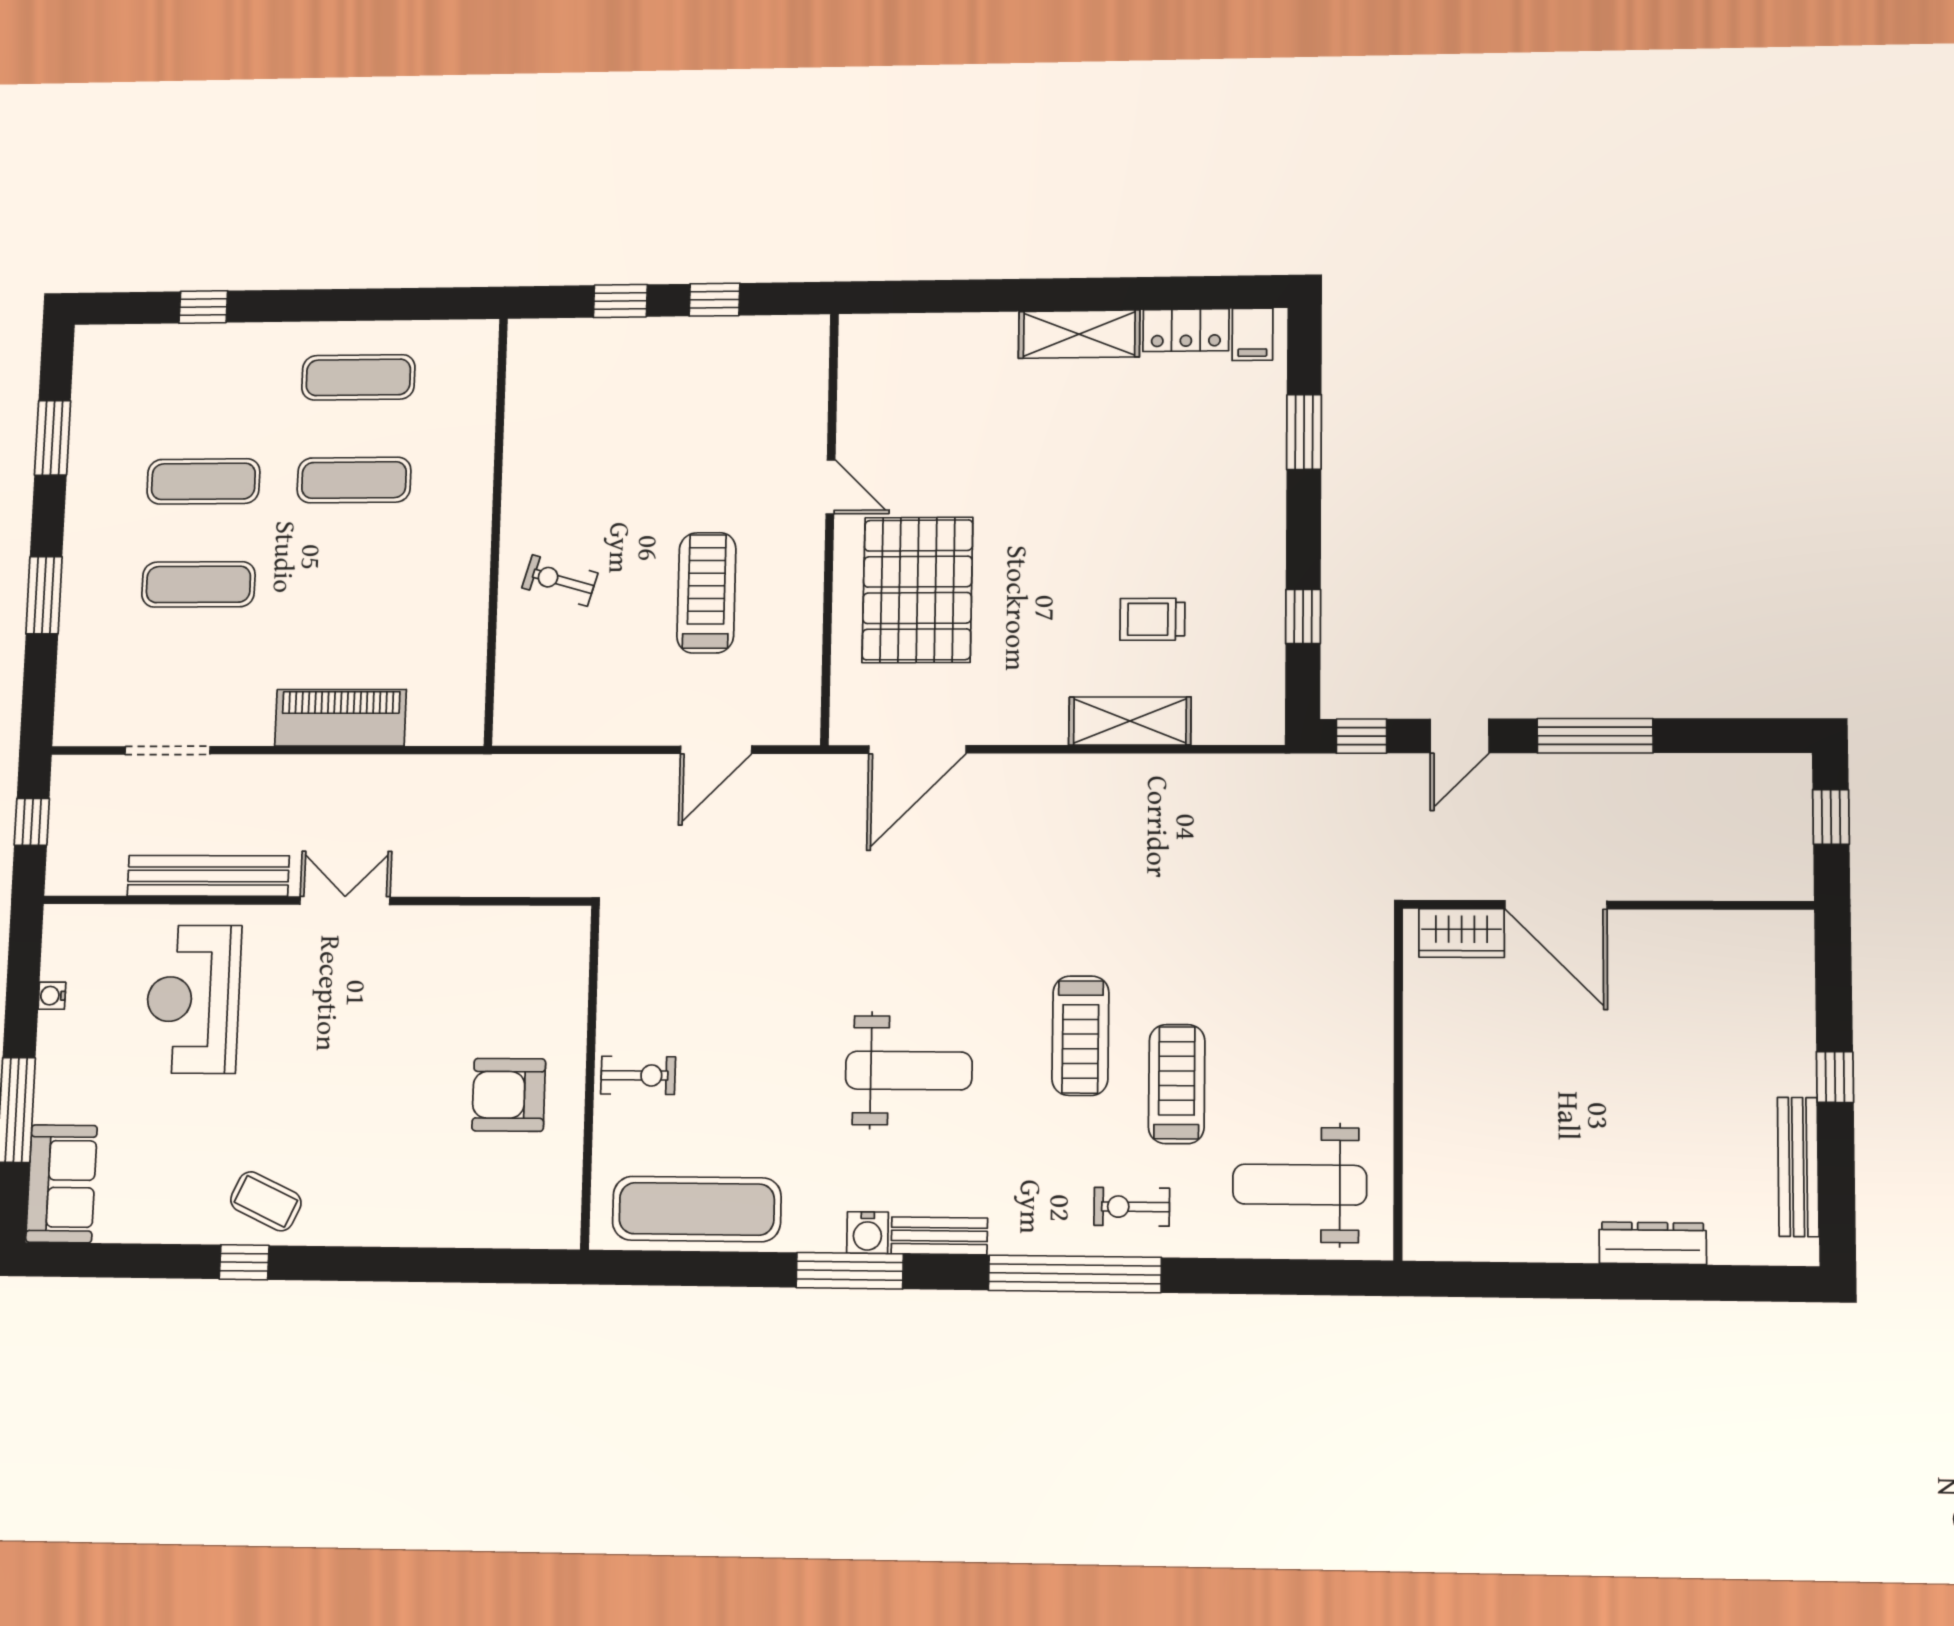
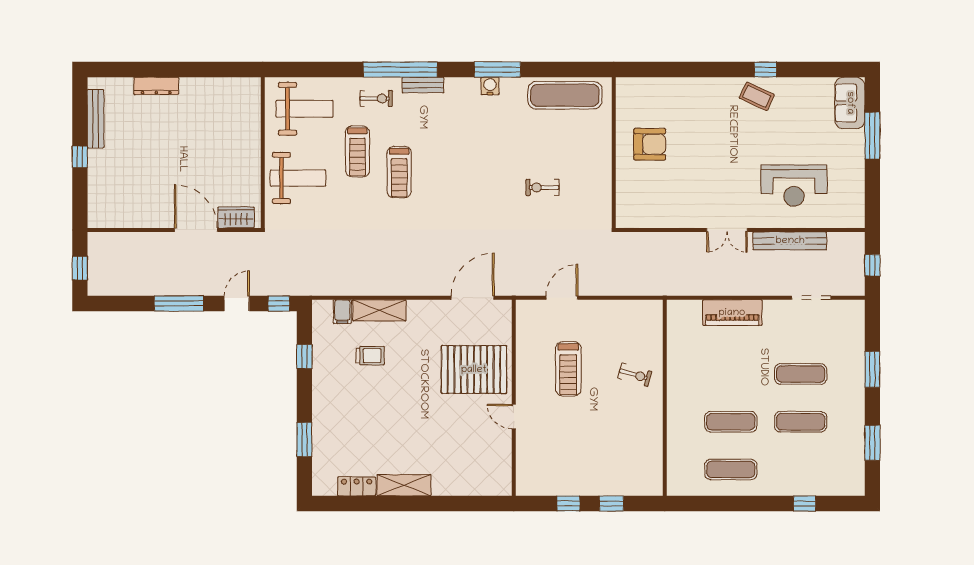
filing cabinet: (1252, 334) -> (342, 312), moved, turned 180
pallet: (917, 590) -> (474, 370), turned 90
water cooler: (52, 996) -> (859, 187), removed
reception desk: (193, 999) -> (794, 186), turned 90
treadmill: (1080, 1036) -> (399, 172), turned 180
weight bench: (909, 1071) -> (298, 178), moved, turned 180
exercise bike: (638, 1075) -> (542, 187), moved
bench: (939, 1236) -> (423, 85), moved

